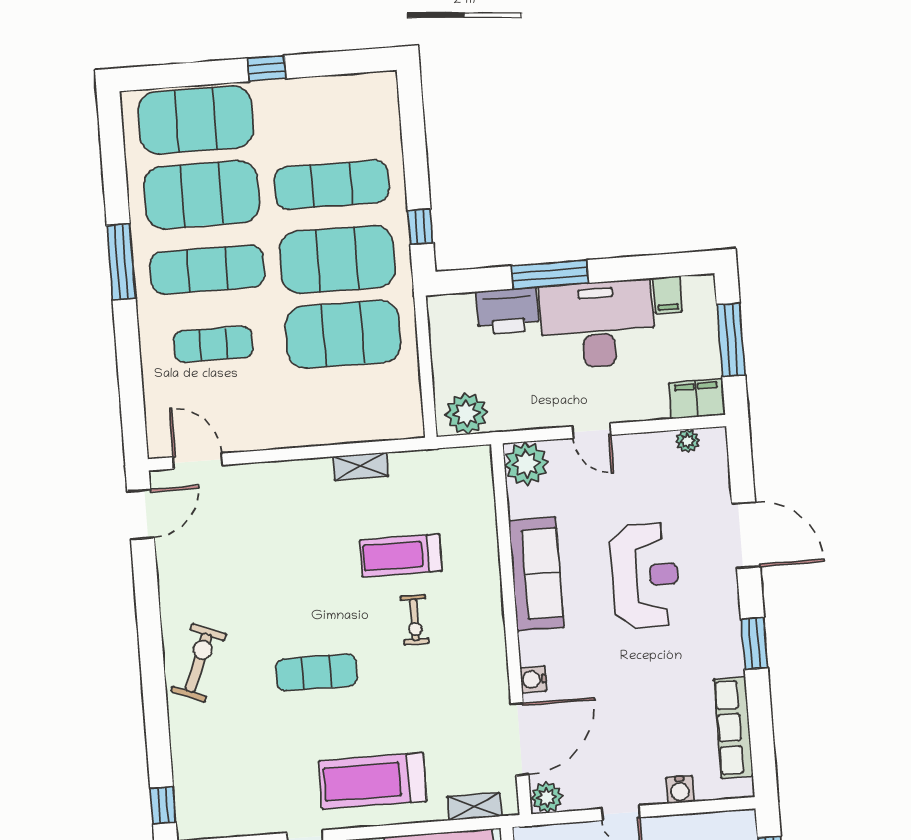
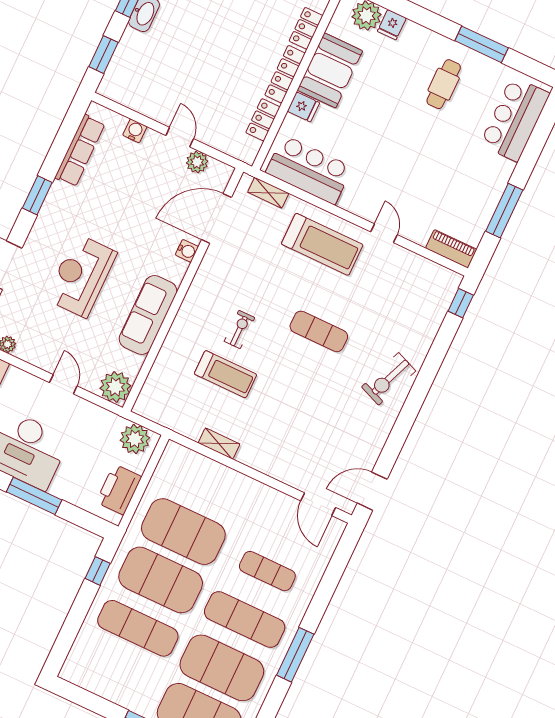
printer: (508, 311) -> (119, 489), moved, turned -90
plant: (547, 797) -> (197, 162), moved

